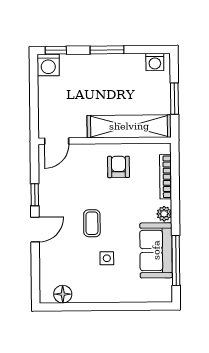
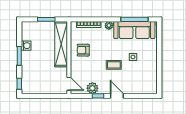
washing machine: (155, 62) -> (26, 46), moved
washing machine: (48, 65) -> (27, 88), removed
plant: (49, 184) -> (92, 88), added
sofa: (156, 250) -> (134, 30), width x1.36
floor lamp: (63, 294) -> (152, 81), removed

